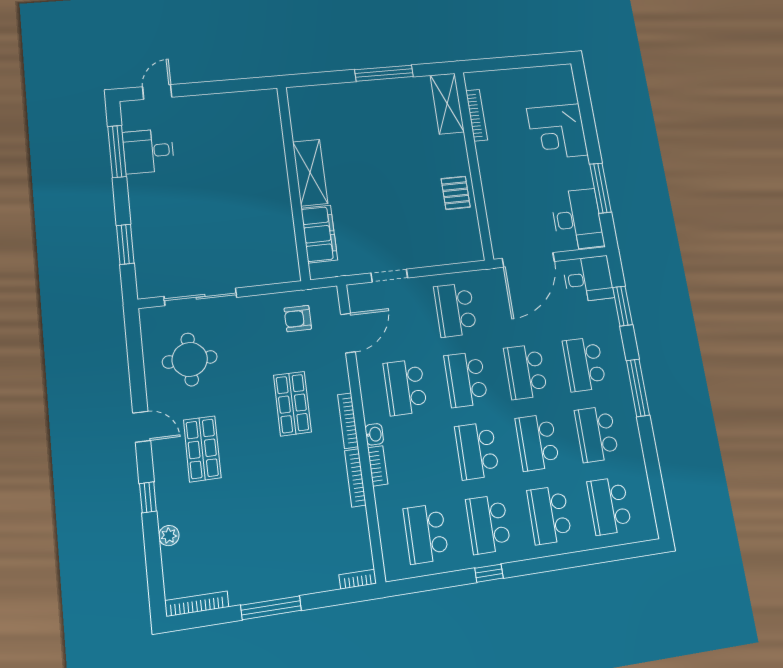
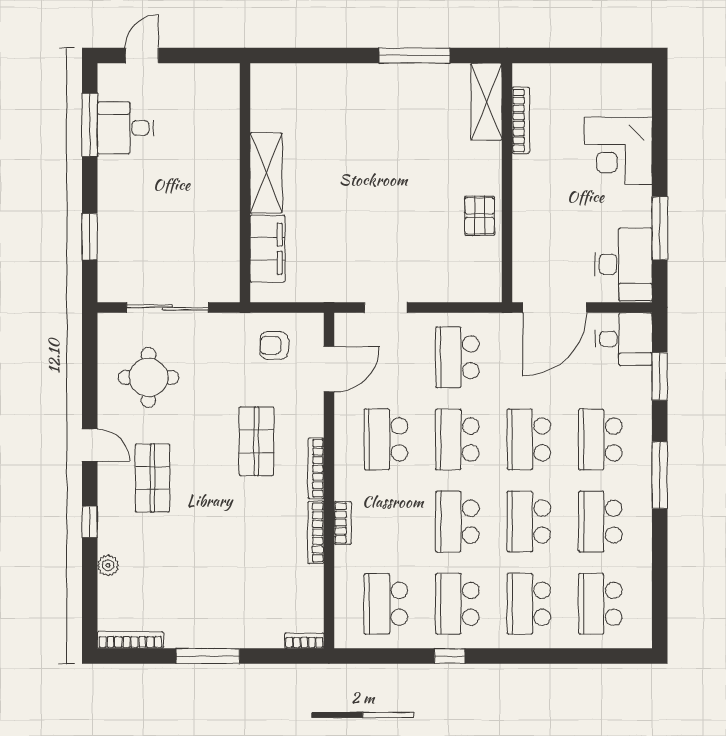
shelving: (310, 173) -> (266, 173), moved
wall: (293, 182) -> (245, 183), moved
filing cabinet: (319, 234) -> (267, 249), moved
washbasin: (374, 434) -> (343, 488), removed

